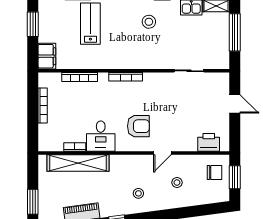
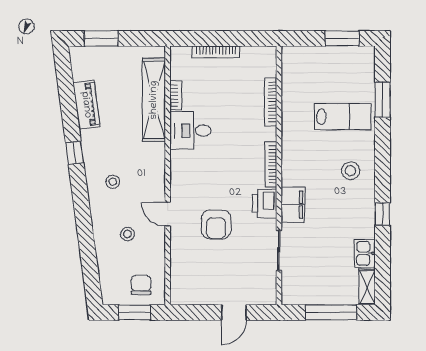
stool: (149, 22) -> (351, 171), moved
filing cabinet: (47, 56) -> (293, 205), moved, turned -90
bookcase: (43, 105) -> (216, 52), moved
armchair: (138, 126) -> (216, 225), moved
printer: (209, 142) -> (265, 203), moved, turned 180
chair: (215, 173) -> (141, 285), turned 180

